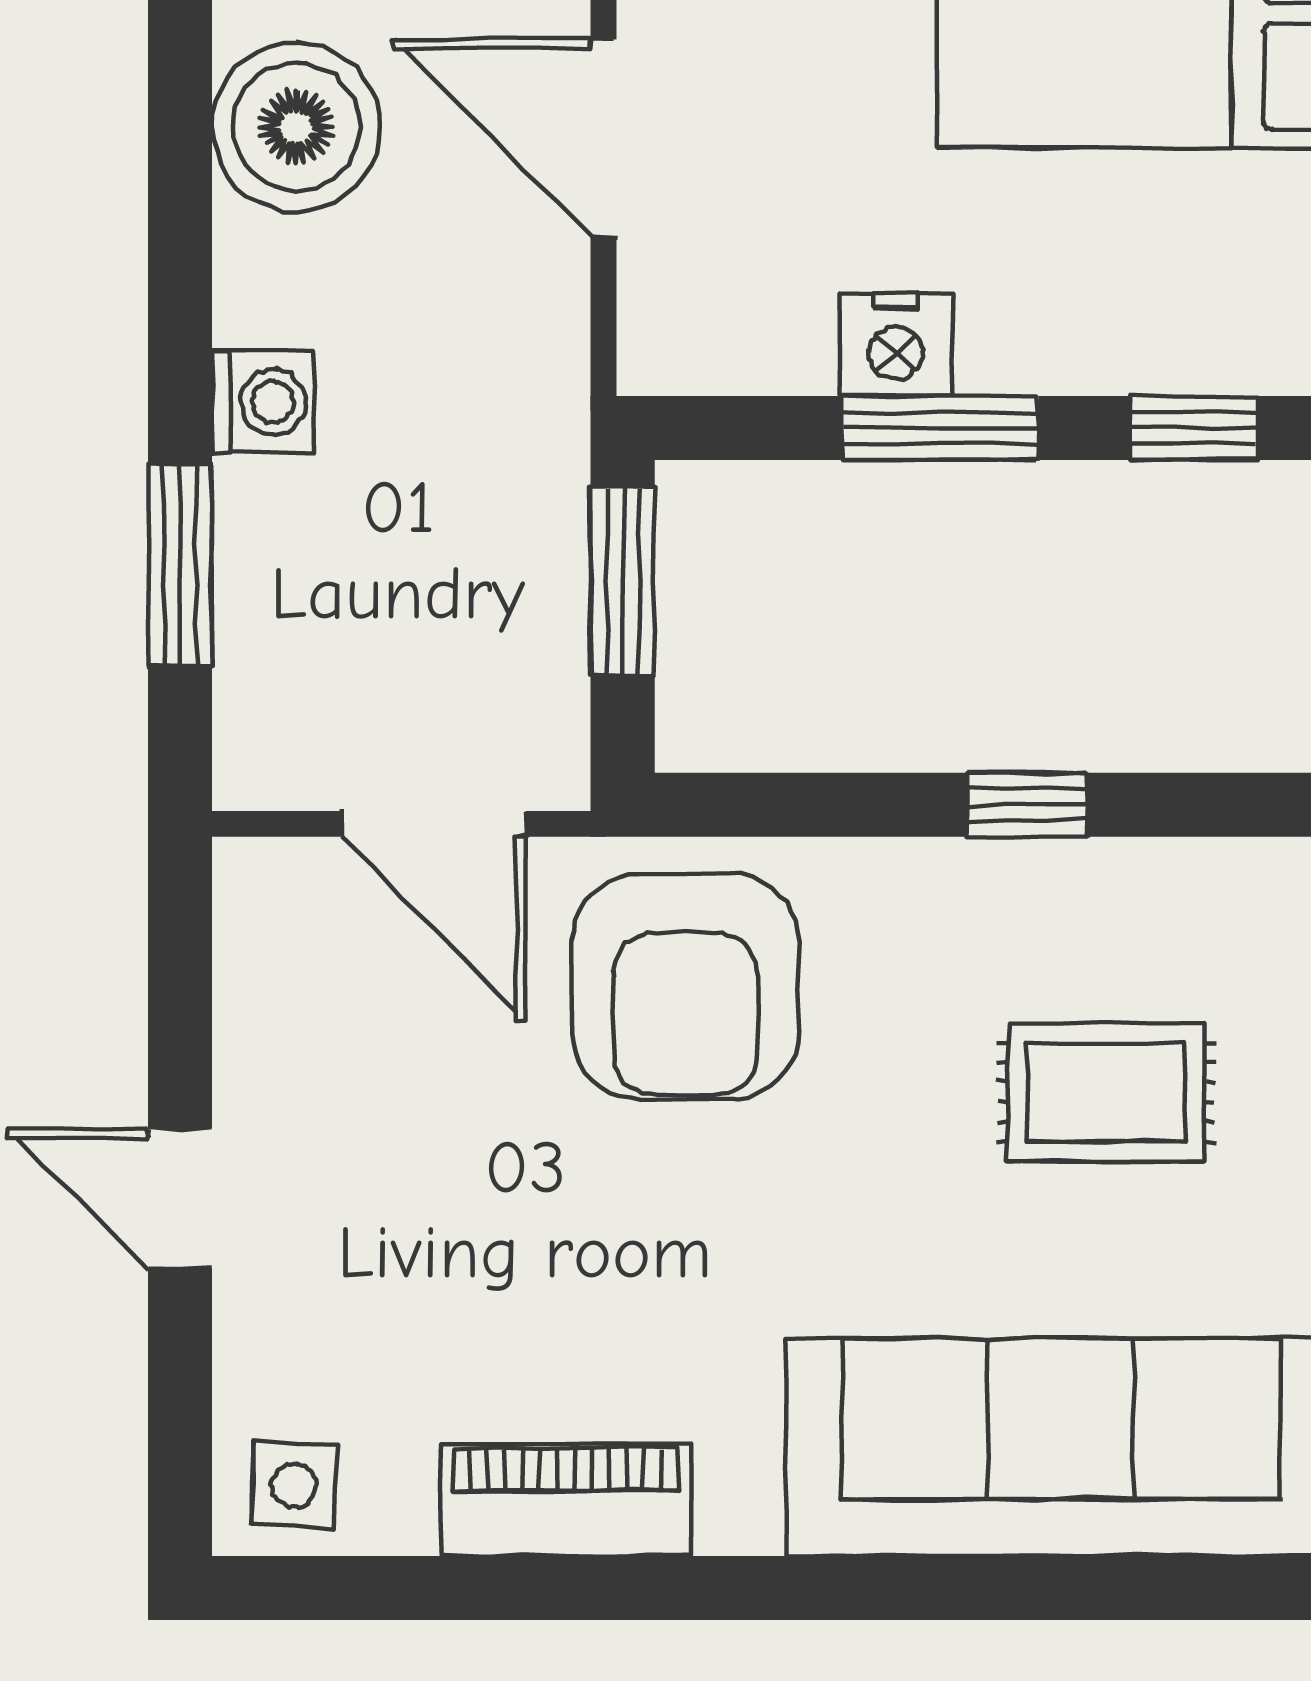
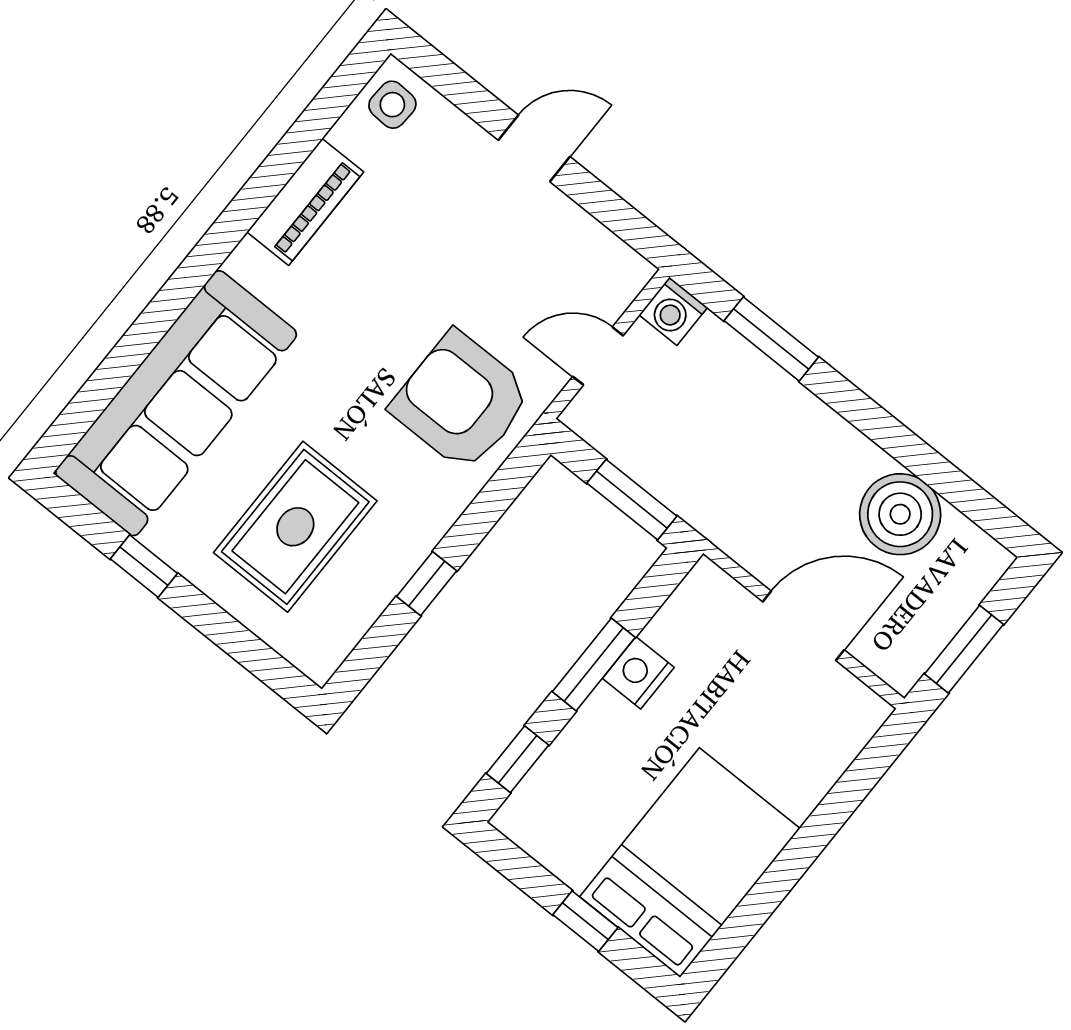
washing machine: (263, 402) -> (673, 311), moved
door: (434, 824) -> (598, 356), width x0.73
rug: (1106, 1092) -> (295, 527), width x1.36, depth x1.43

